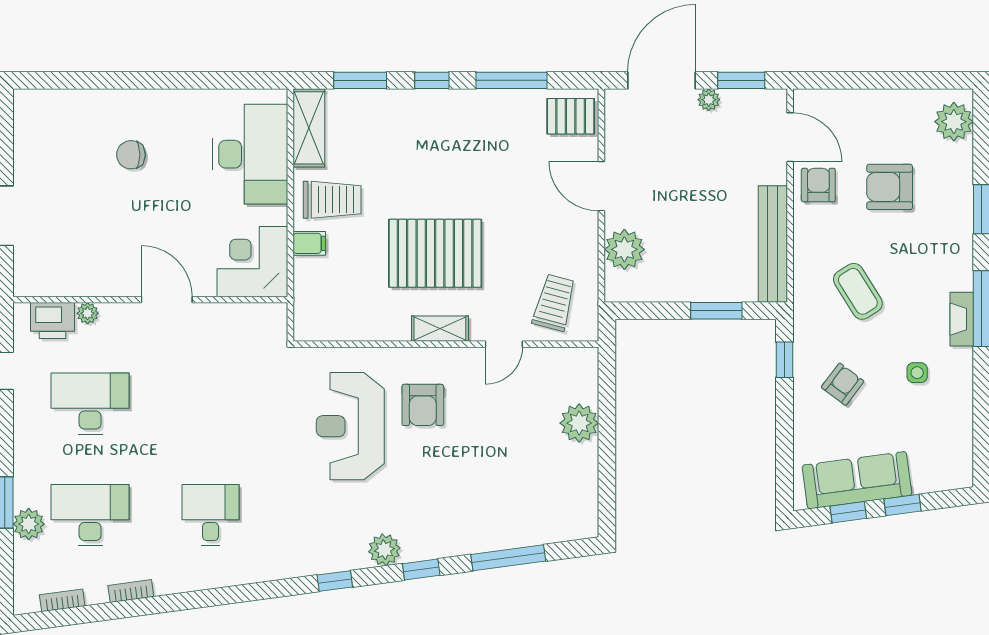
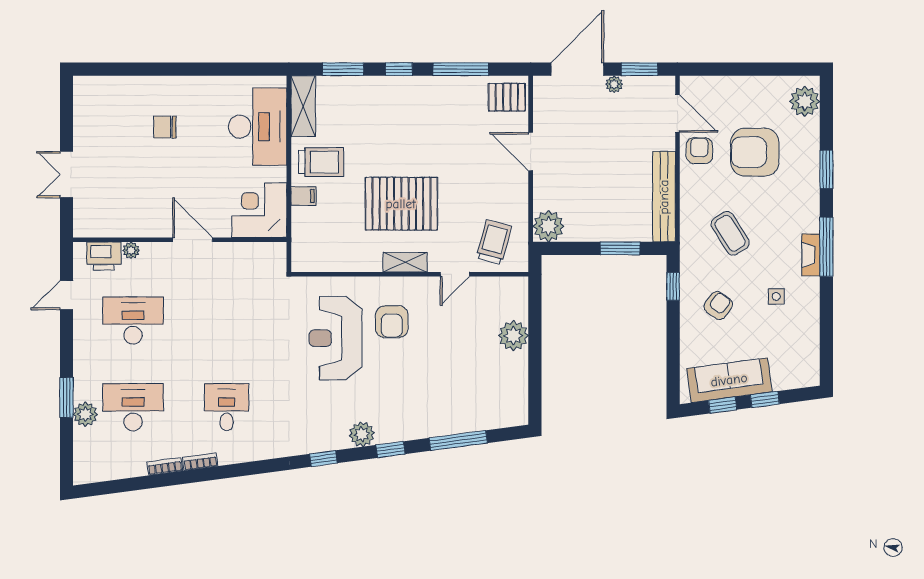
armchair: (890, 187) -> (755, 152), width x1.36, depth x1.36
plant: (624, 249) -> (549, 226), moved
bookcase: (62, 600) -> (200, 462), moved

